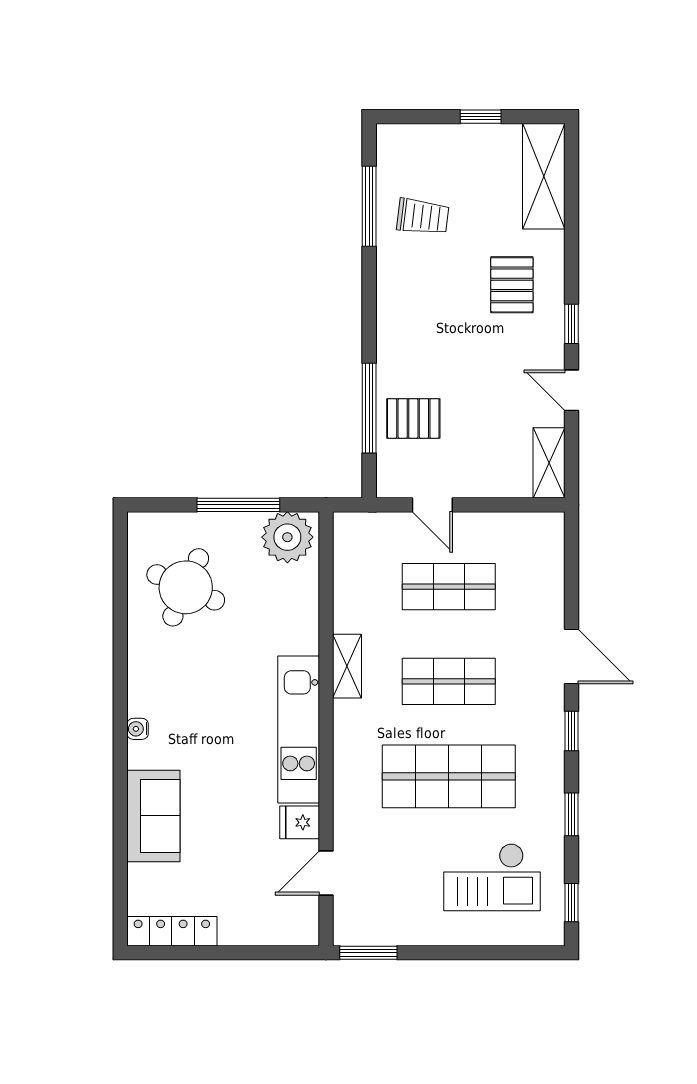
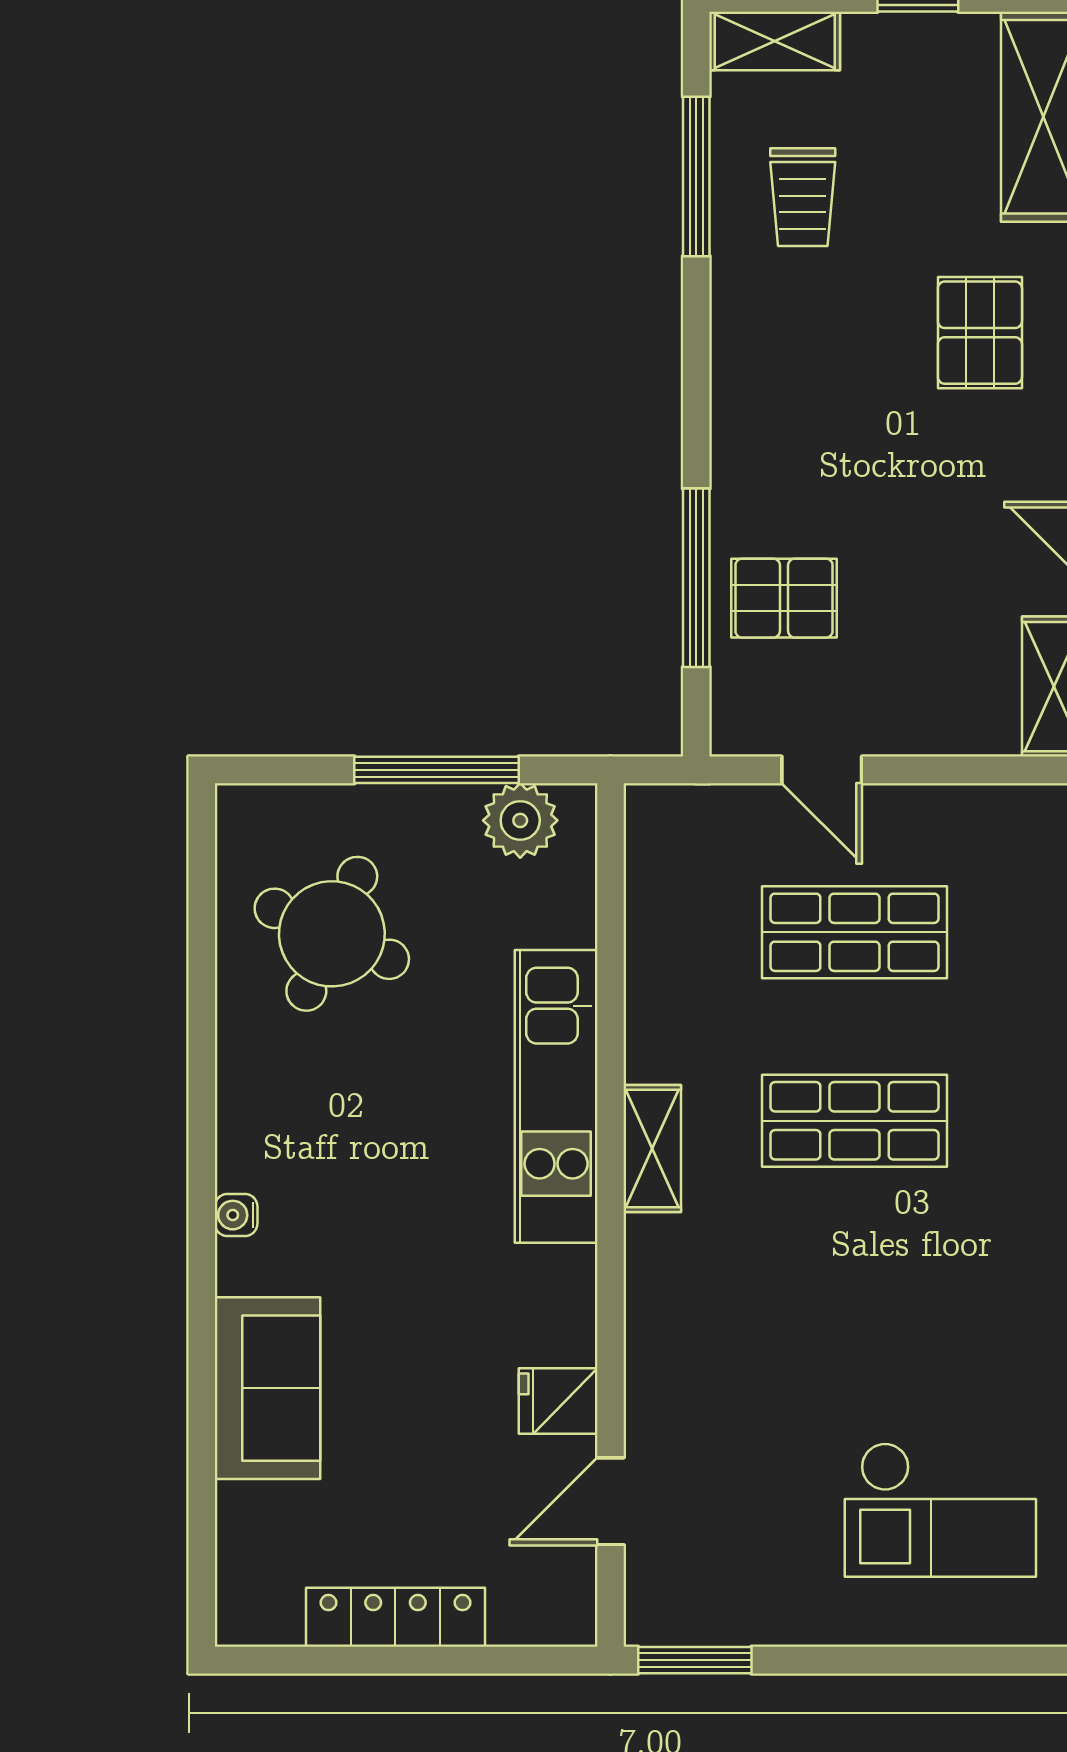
shelving: (409, 138) -> (775, 41), added
trolley: (423, 217) -> (803, 197), turned 83
plant: (287, 537) -> (520, 820), width x0.73, depth x0.73
shelving: (347, 666) -> (652, 1148), moved
kitchen unit: (299, 730) -> (556, 1096), moved
shop shelf: (449, 776) -> (855, 1309), removed
locker: (172, 931) -> (395, 1617), moved

